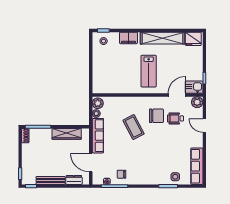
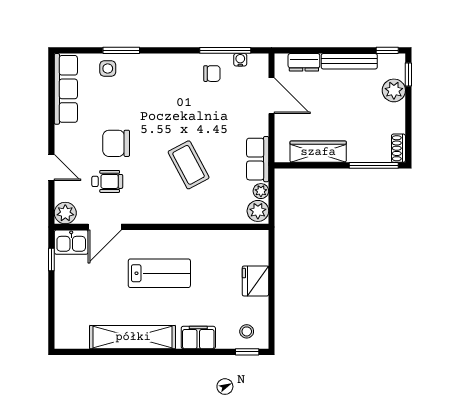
fridge: (193, 39) -> (255, 281), moved, turned -90
lab bench: (149, 71) -> (159, 273), turned 90
chair: (156, 116) -> (116, 143), moved
row of seats: (98, 136) -> (258, 159), width x0.68
plant: (28, 165) -> (394, 90), added

